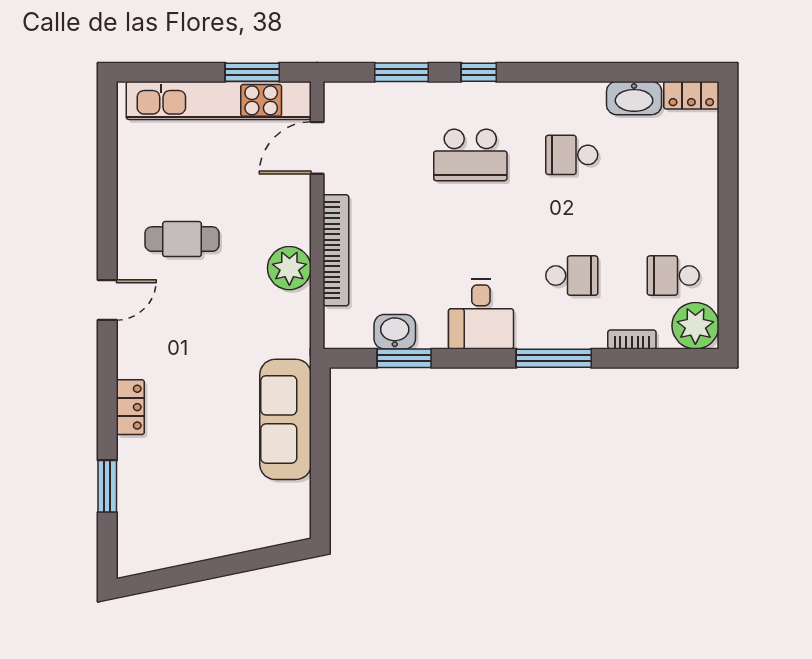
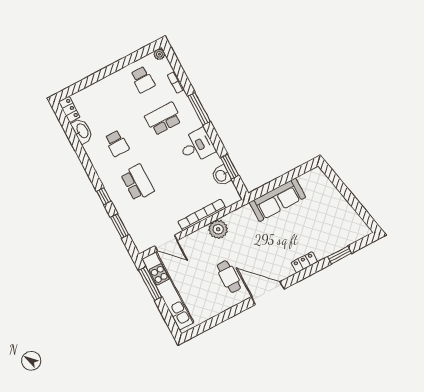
window: (252, 72) -> (150, 284), width x1.44
school desk: (572, 276) -> (163, 119), width x1.85
door: (107, 300) -> (268, 293), width x1.87
plant: (695, 326) -> (159, 54), width x0.53, depth x0.53

